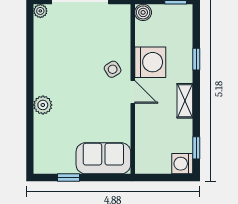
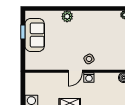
washing machine: (150, 62) -> (89, 77), width x0.53, depth x0.53
sofa: (103, 158) -> (35, 35), moved

